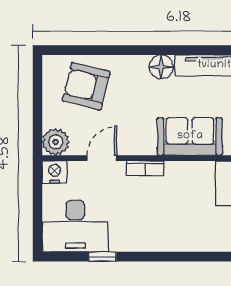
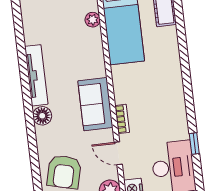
sofa: (190, 136) -> (95, 104), moved

